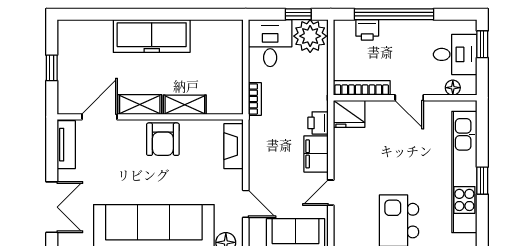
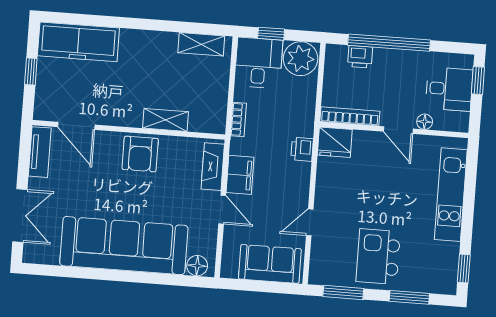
window: (298, 14) -> (271, 34), moved
freezer: (152, 36) -> (78, 42), moved
floor lamp: (453, 88) -> (425, 122), moved
shelving: (140, 104) -> (201, 44), moved
door: (100, 117) -> (76, 126), swing flipped
filing cabinet: (316, 154) -> (240, 175), moved, turned 180
kitchen unit: (464, 172) -> (451, 195), width x0.73
window: (482, 181) -> (464, 268), moved
door: (246, 204) -> (222, 210), moved

